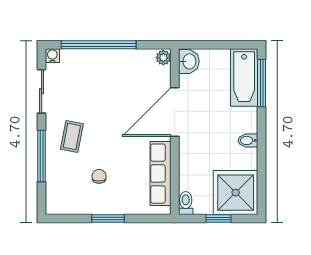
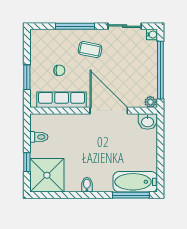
plant: (163, 58) -> (150, 102), moved
washbasin: (189, 61) -> (148, 122), moved
door: (175, 112) -> (109, 111), moved
wall: (175, 132) -> (94, 111), moved
row of seats: (160, 174) -> (62, 100), moved

